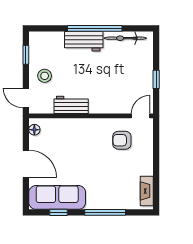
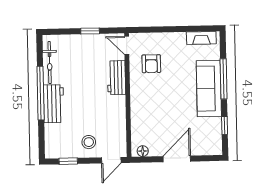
workbench: (71, 105) -> (116, 78), moved
sofa: (57, 197) -> (209, 89), moved

